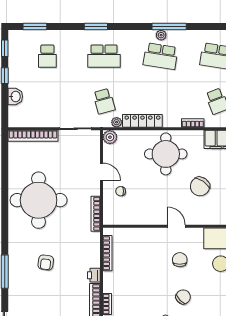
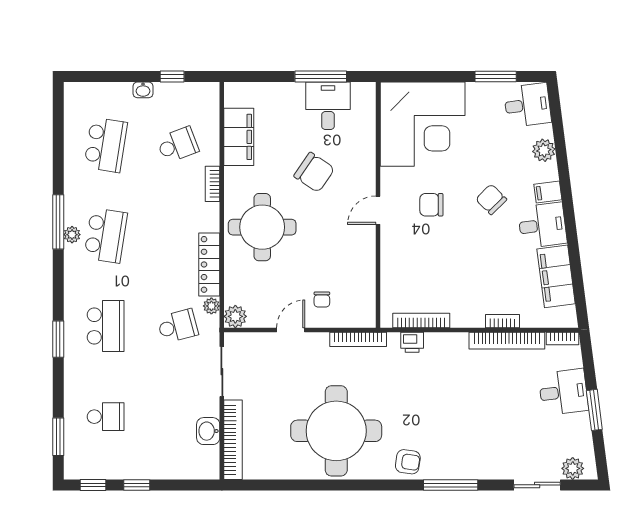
washbasin: (15, 96) -> (208, 431), moved, turned -90
armchair: (46, 263) -> (408, 462), moved
printer: (94, 275) -> (412, 342), moved

